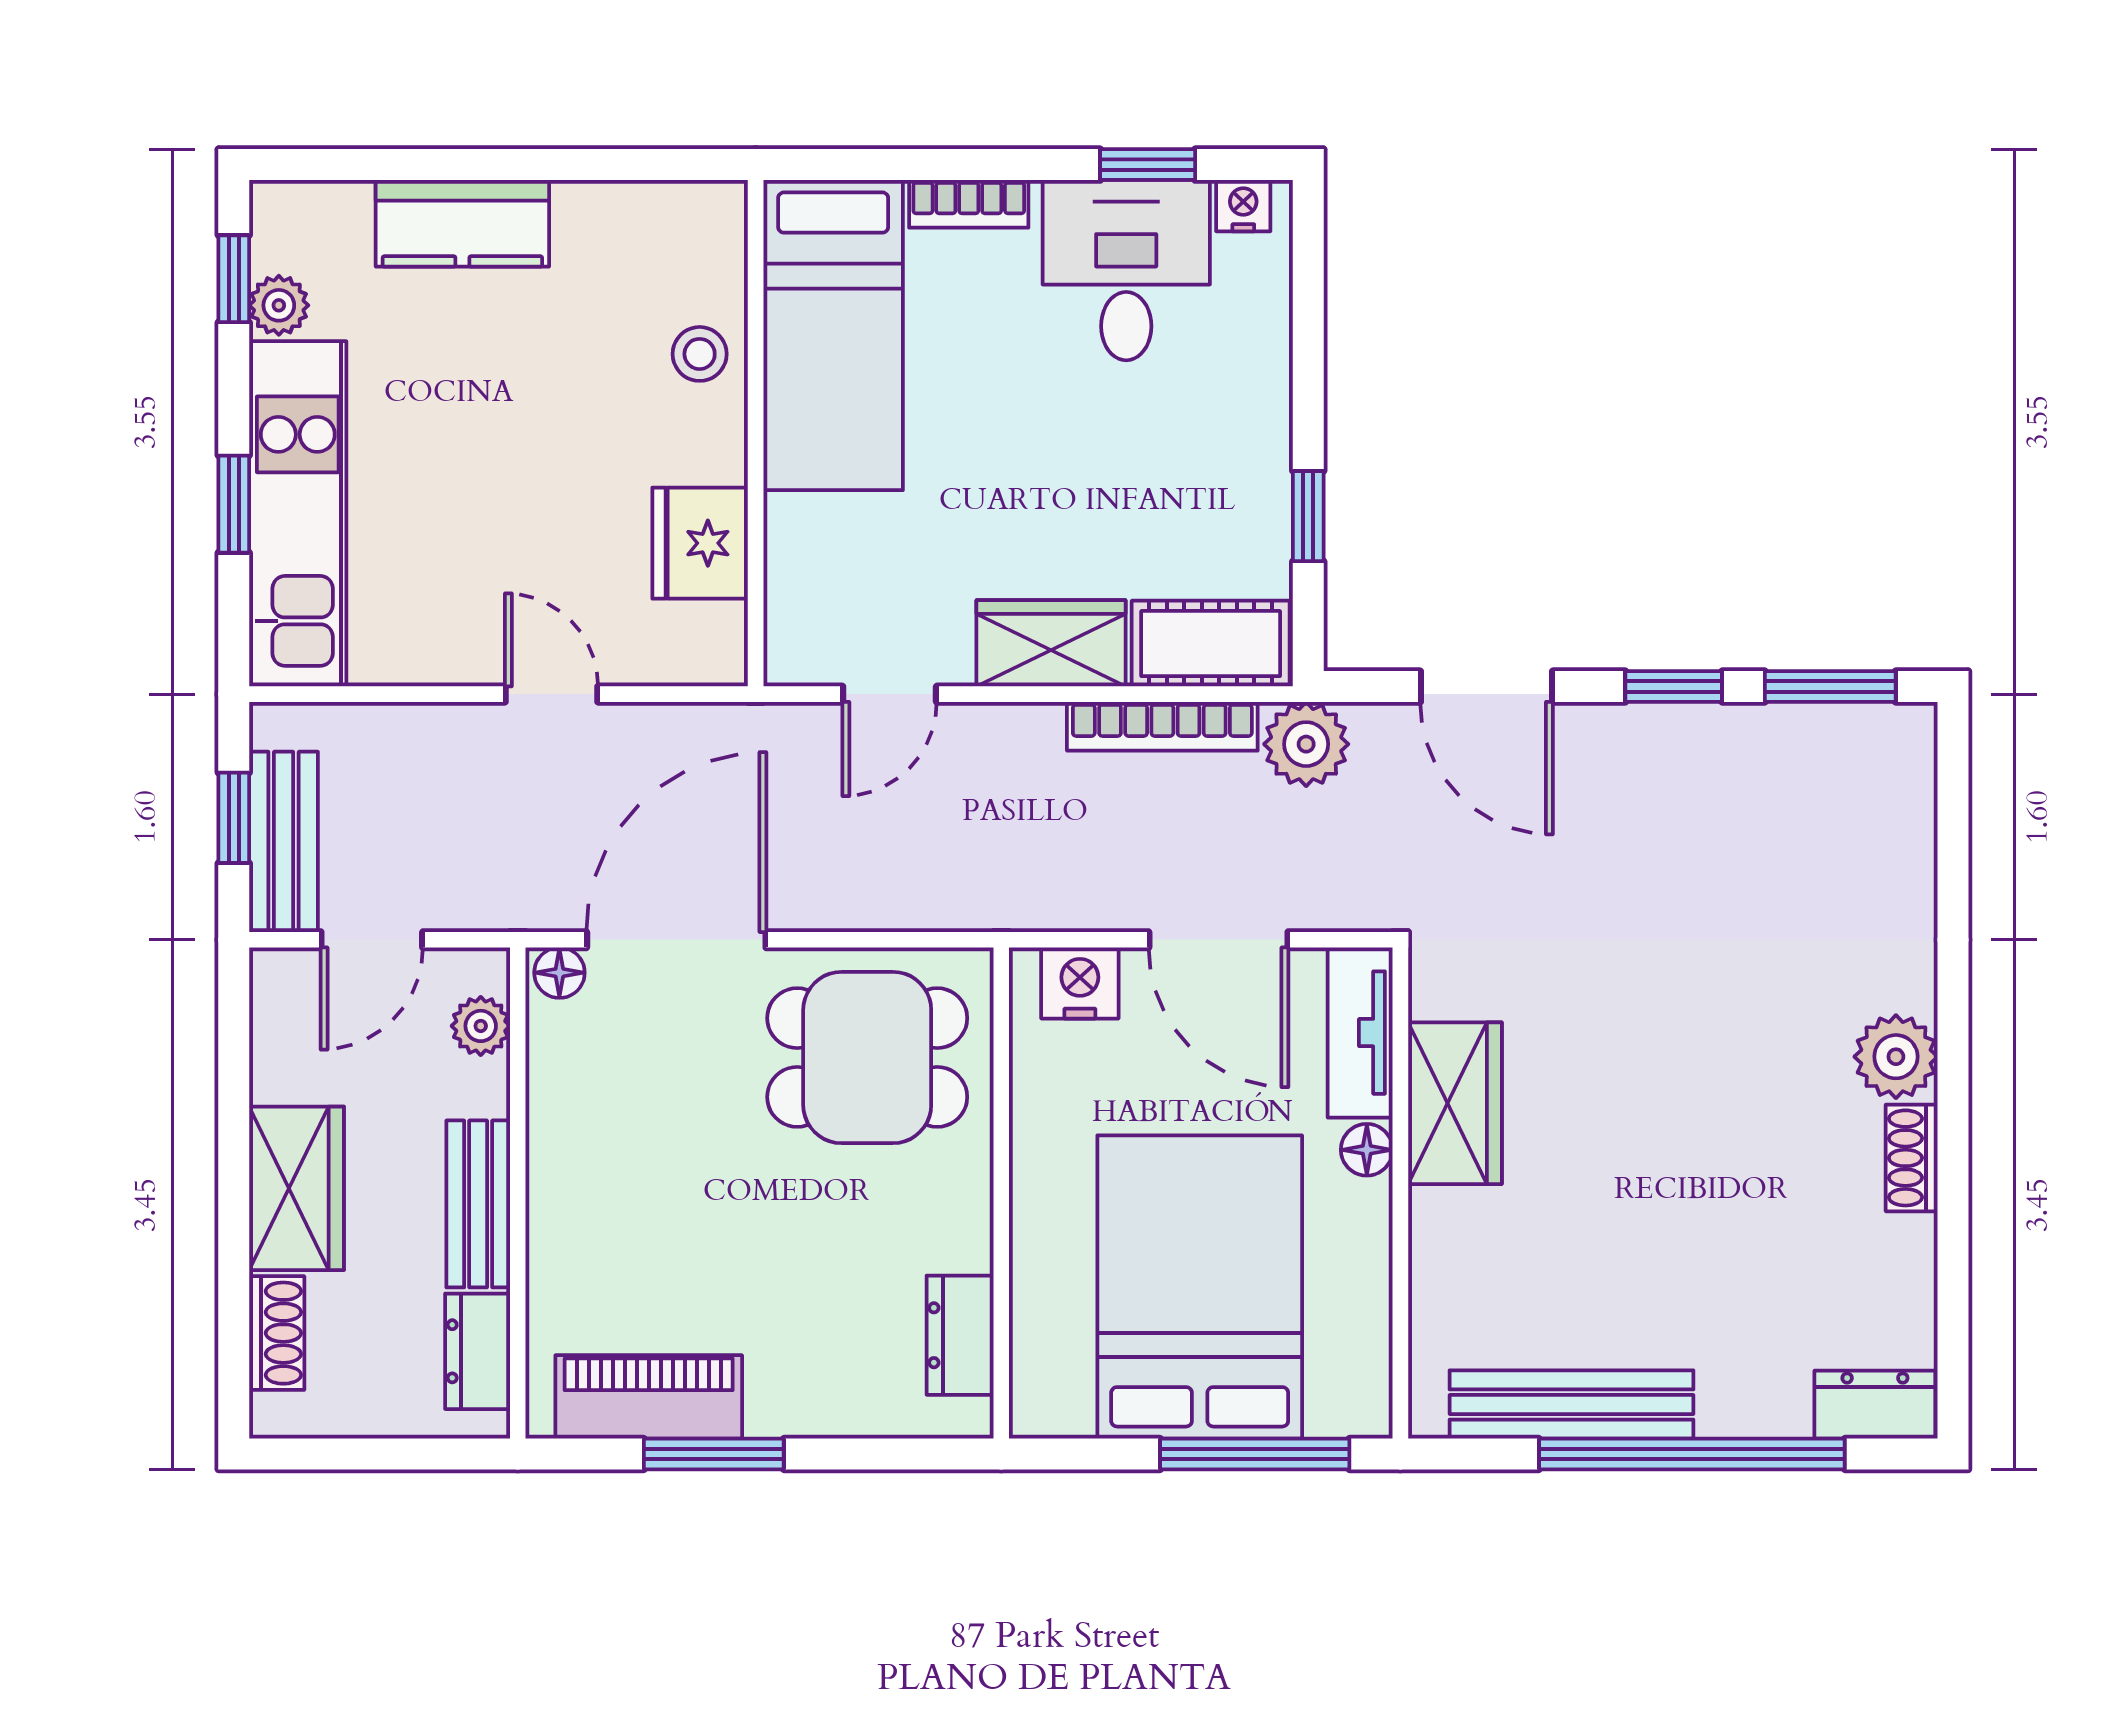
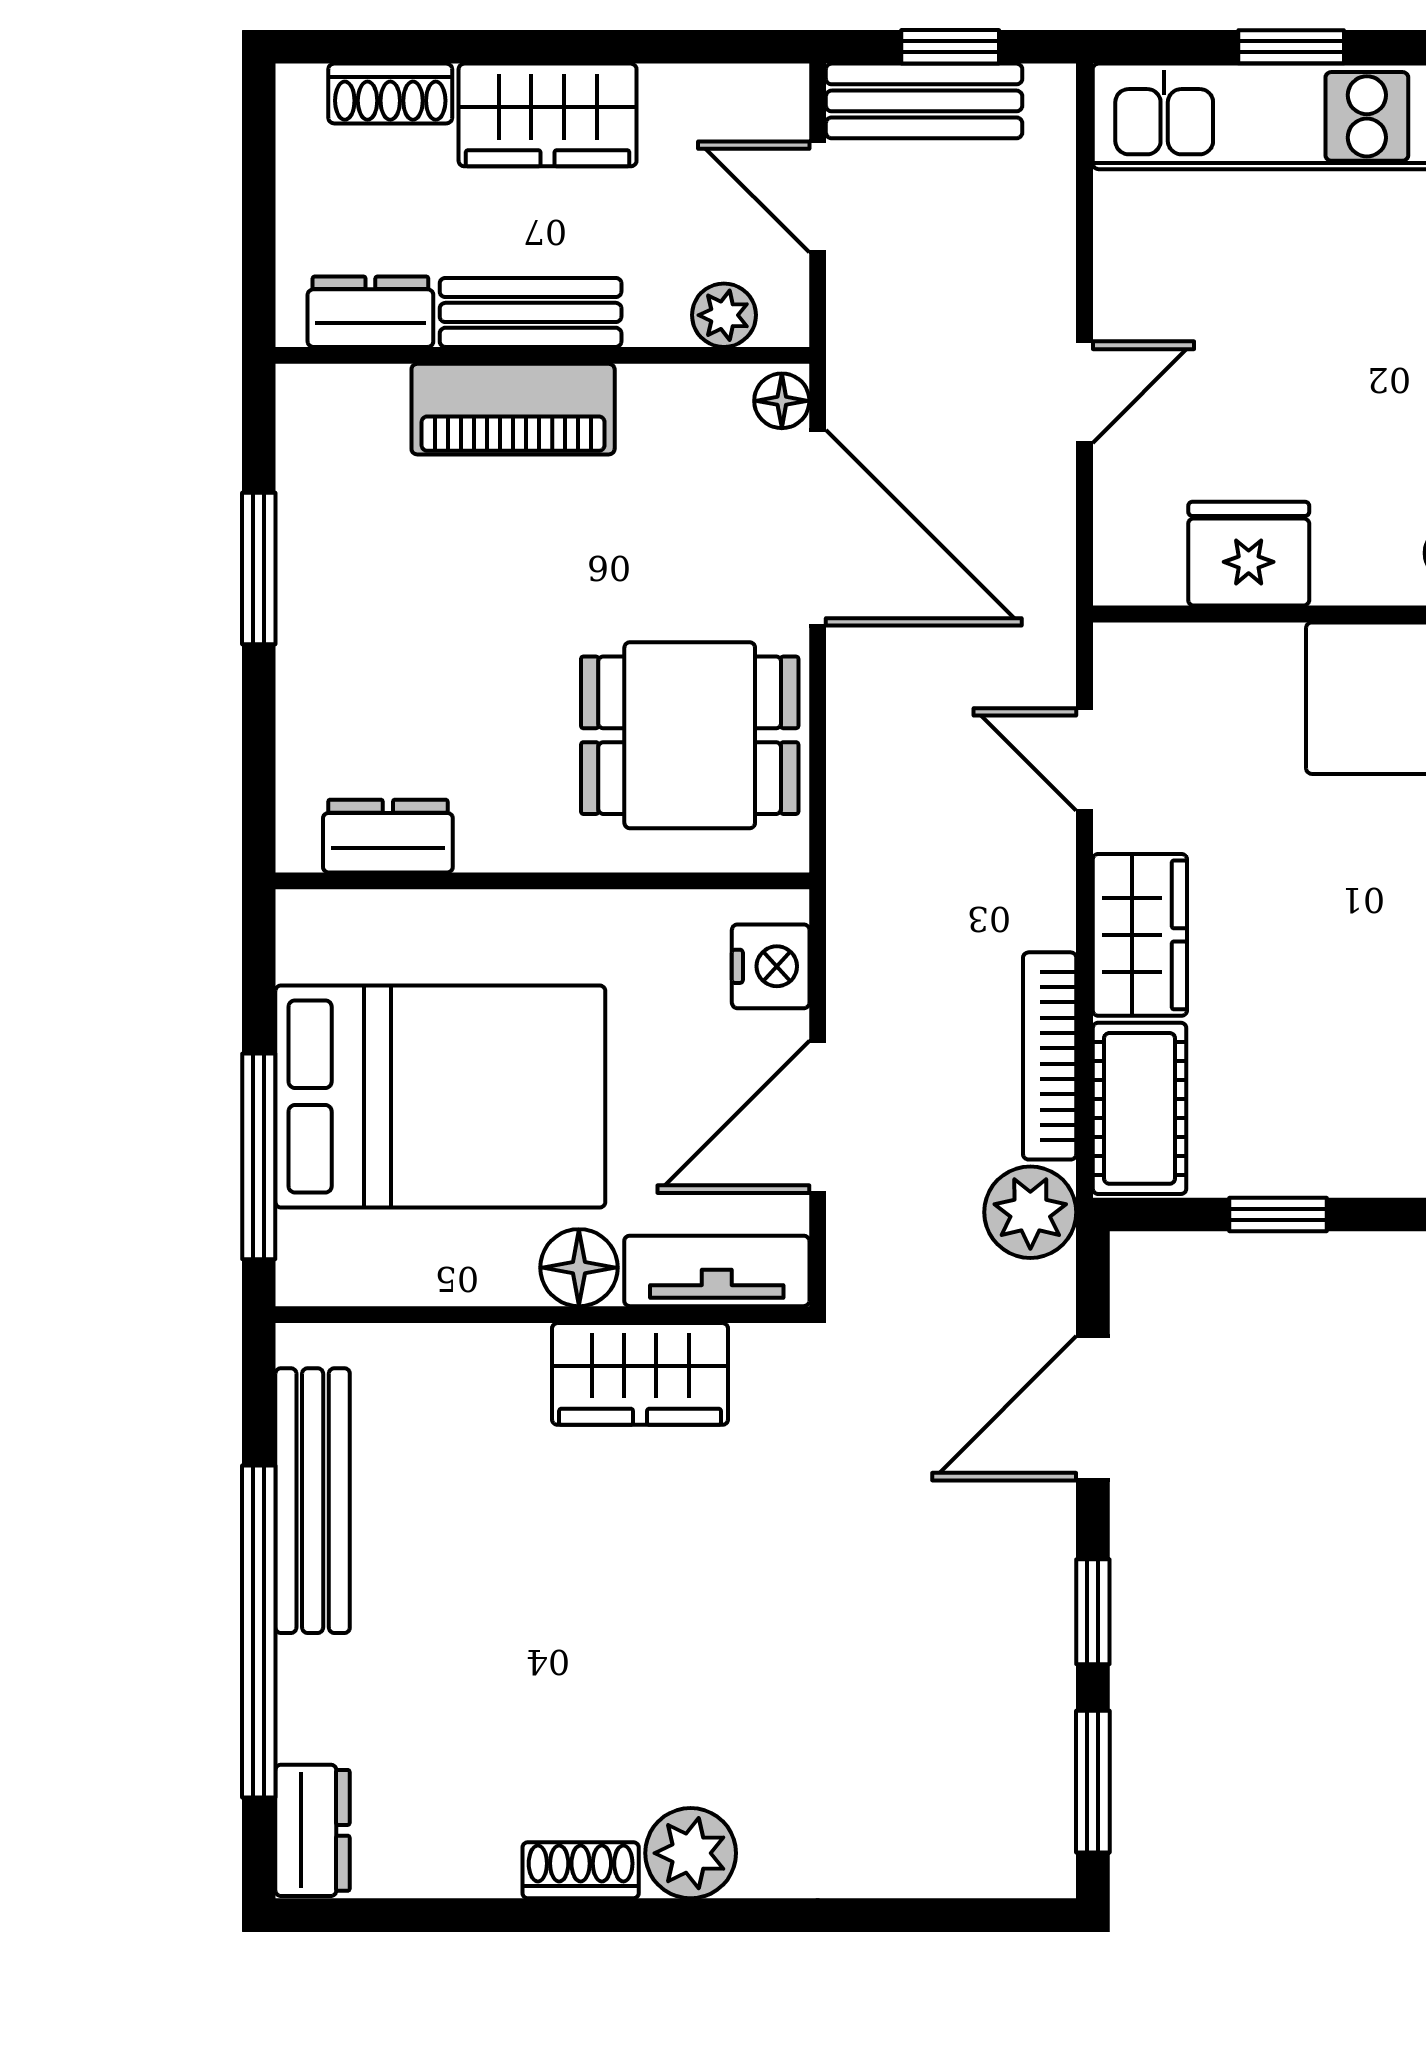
dining table: (867, 1058) -> (690, 735), turned 90
floor lamp: (1367, 1150) -> (579, 1268), width x1.37, depth x1.37
piano: (649, 1397) -> (513, 409), moved, turned 90

